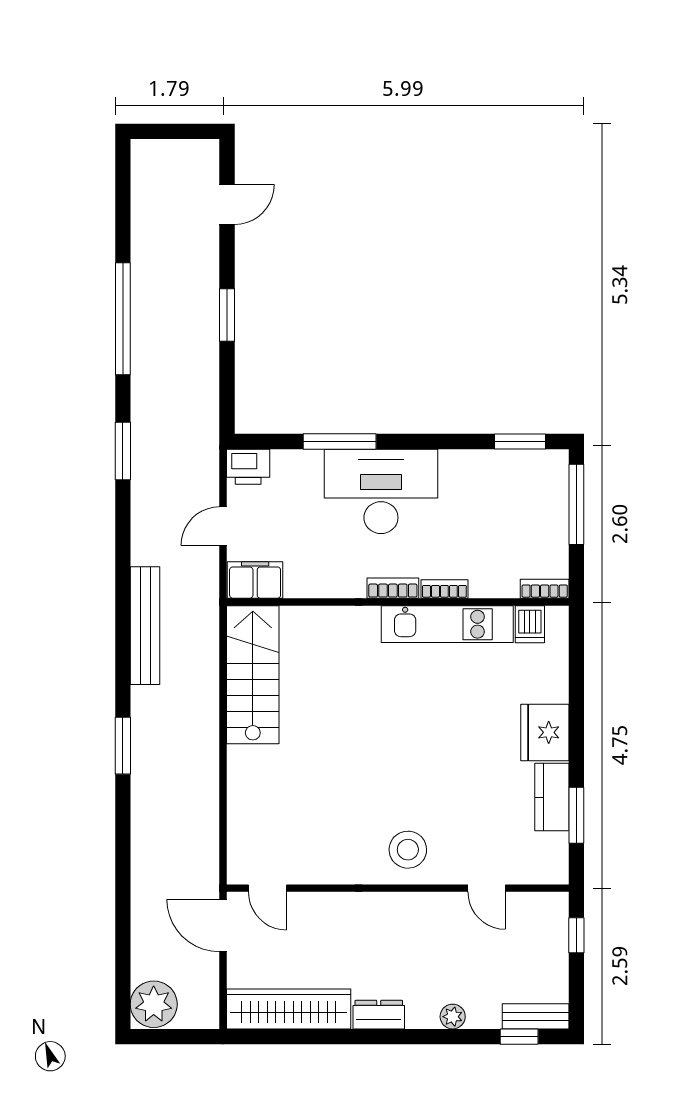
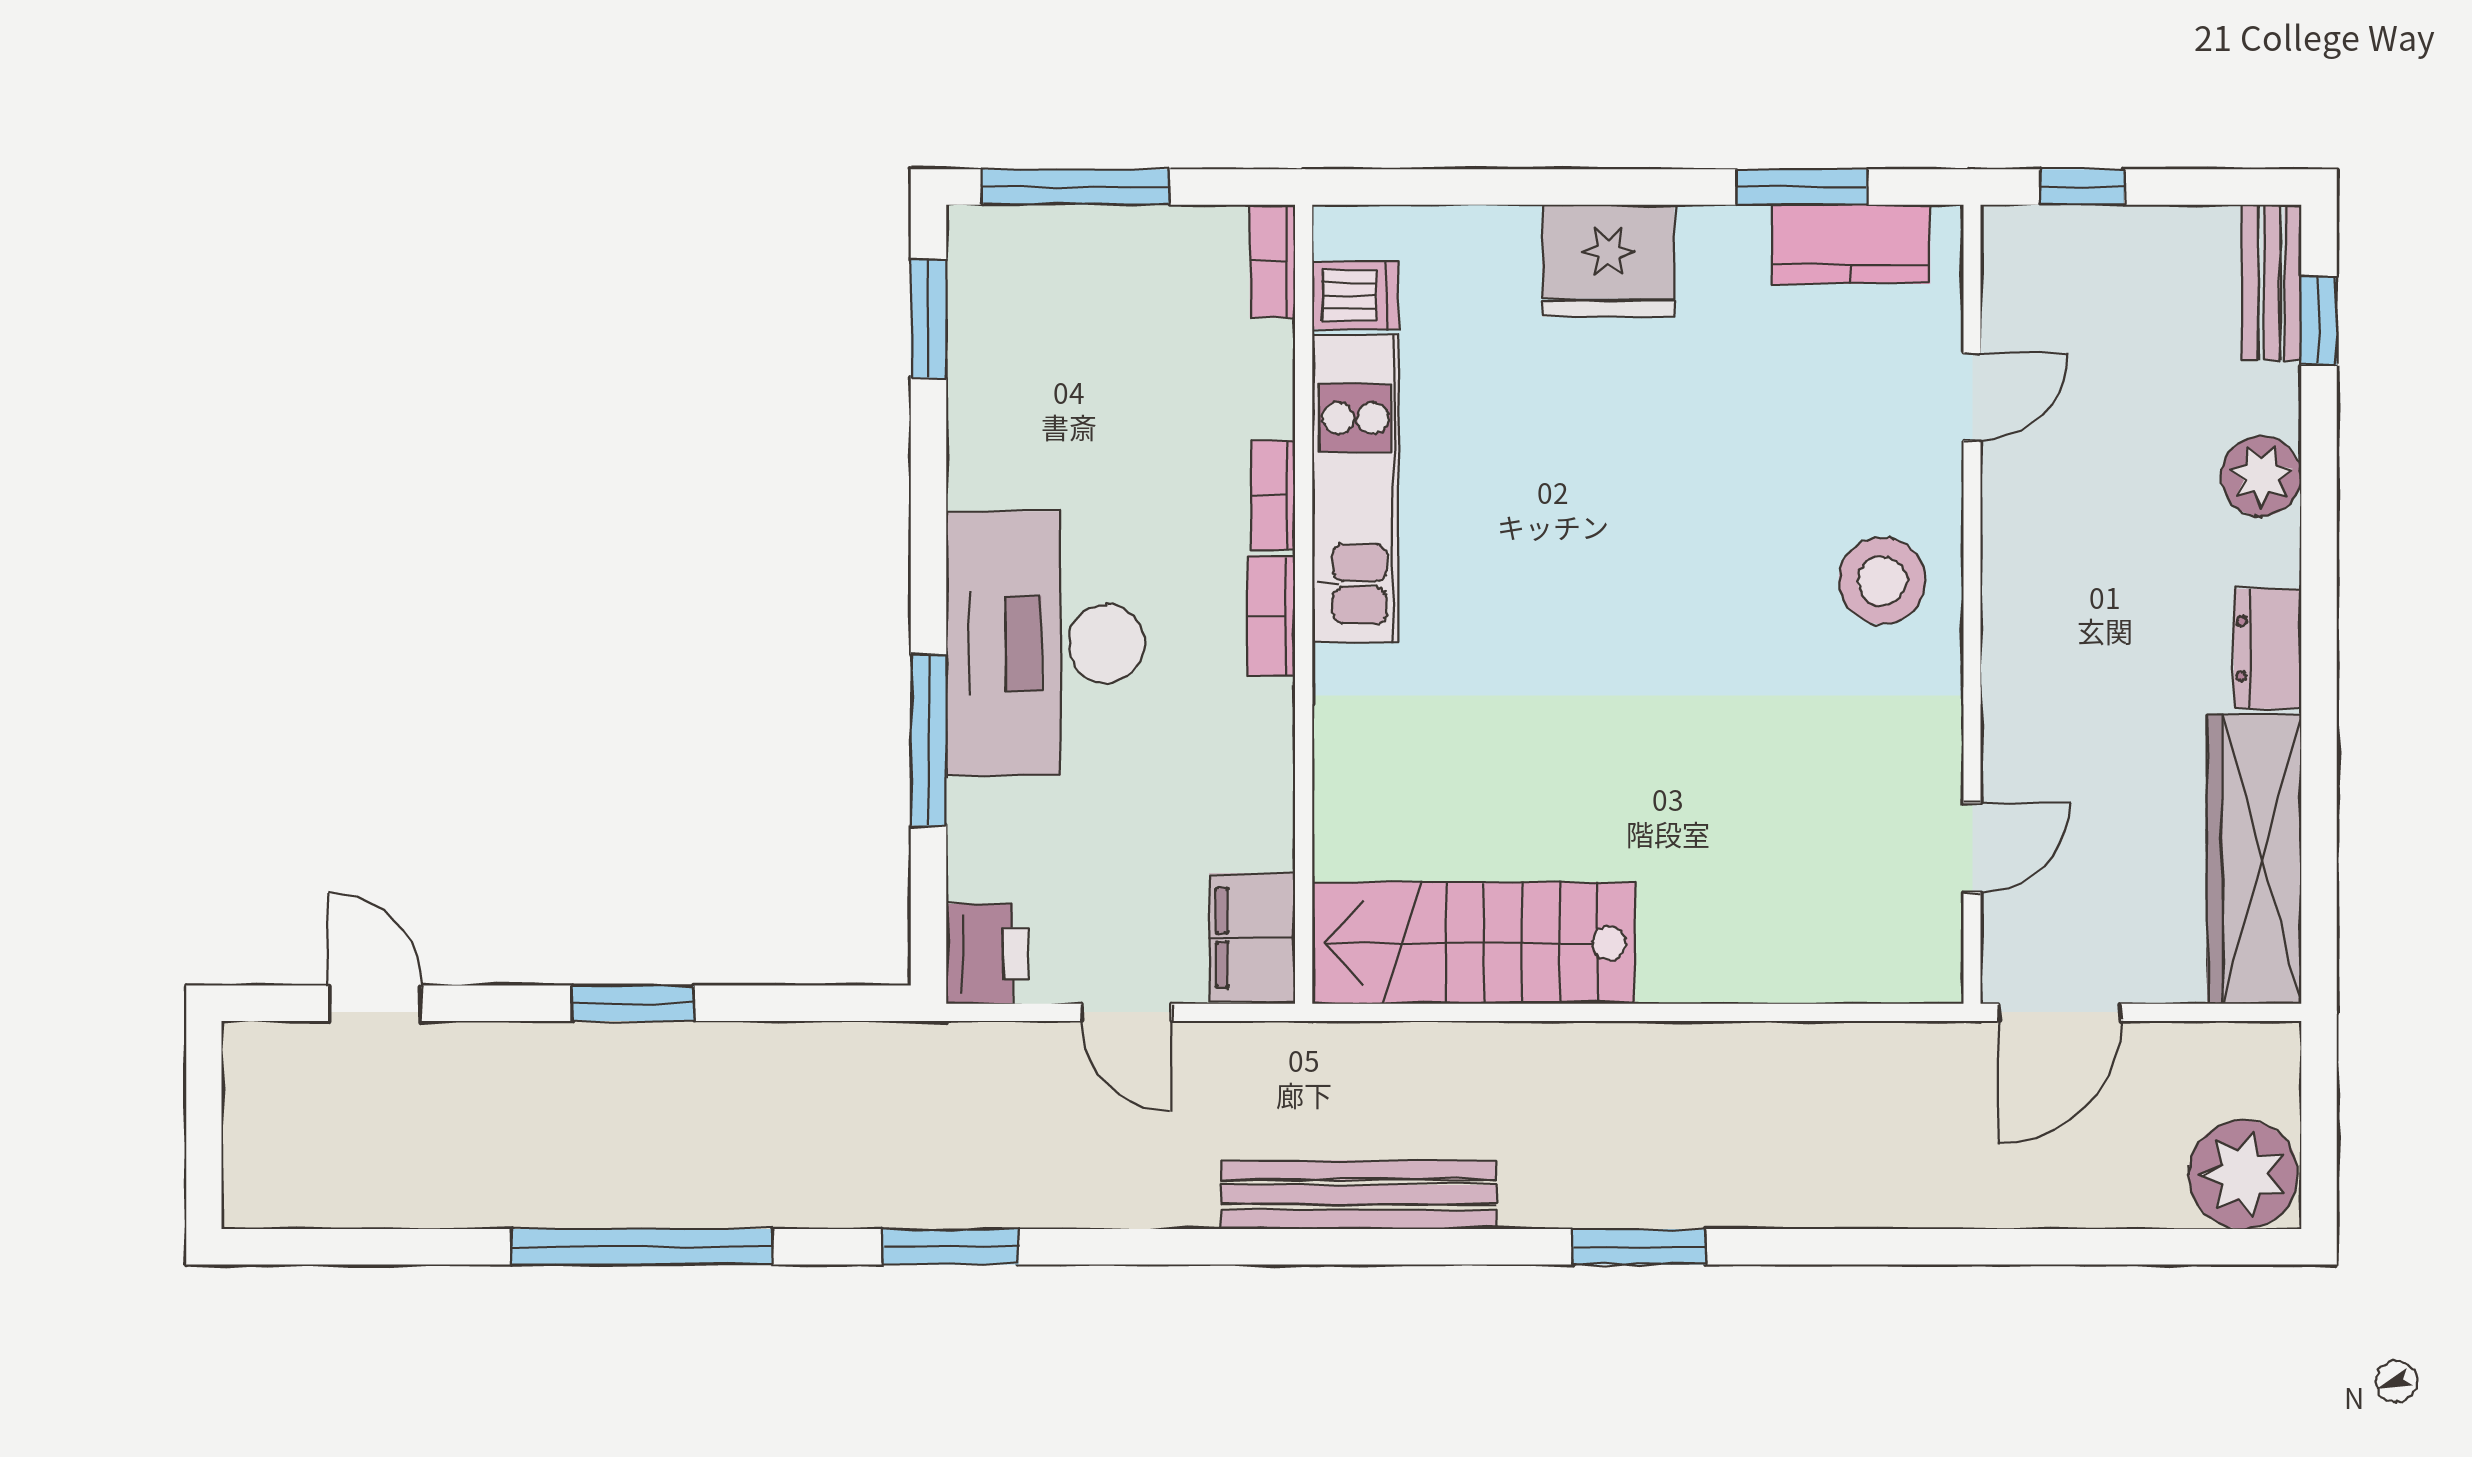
kitchen counter: (552, 797) -> (1851, 244), moved
door: (267, 888) -> (1972, 848), moved
plant: (453, 1017) -> (2261, 476), width x1.38, depth x1.38

